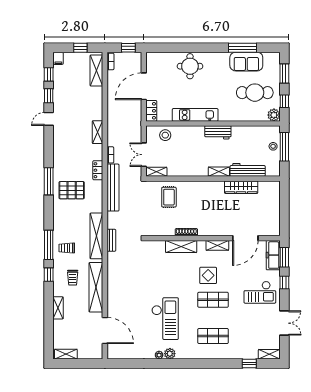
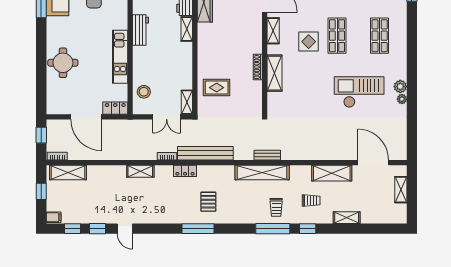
pallet: (72, 190) -> (208, 202), width x0.67, depth x0.71
shelving: (96, 287) -> (332, 173), width x0.68
door: (105, 331) -> (373, 163), hinge flipped
shelving: (66, 354) -> (401, 190), moved

